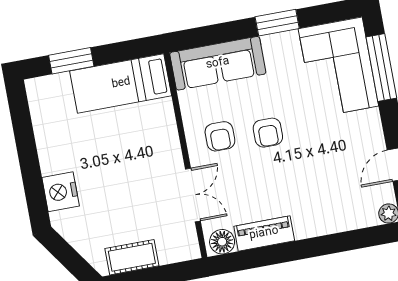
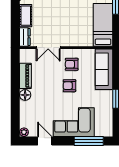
corner sofa: (338, 67) -> (74, 122), moved
floor lamp: (222, 242) -> (25, 95), moved
dresser: (179, 250) -> (25, 37), added

